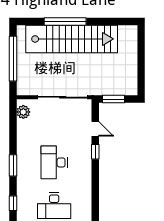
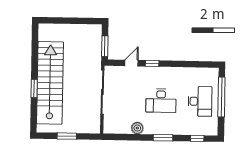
window: (65, 21) -> (34, 89), width x0.47
window: (13, 59) -> (67, 136), width x0.47
plant: (23, 112) -> (137, 128), moved

